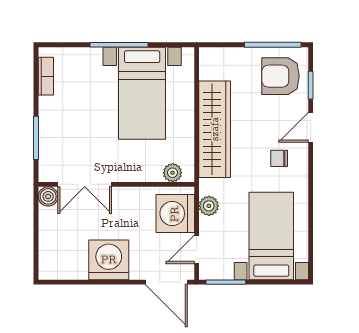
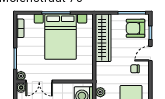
bed with nightstands: (142, 93) -> (60, 37), width x1.36
wardrobe: (215, 129) -> (103, 38), moved
plant: (173, 173) -> (21, 76), moved

